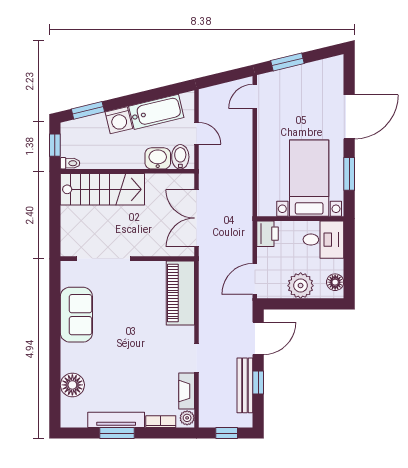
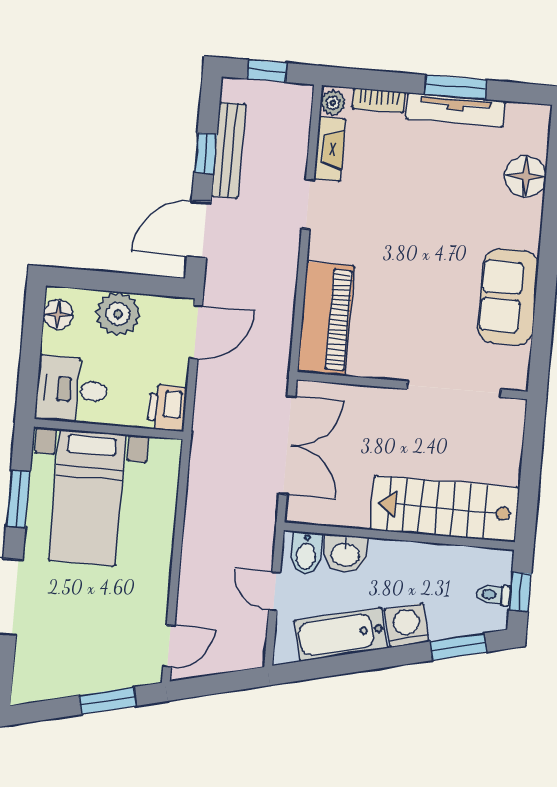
toilet: (70, 163) -> (494, 595), moved

